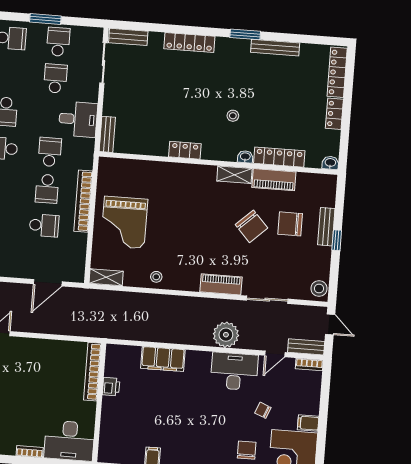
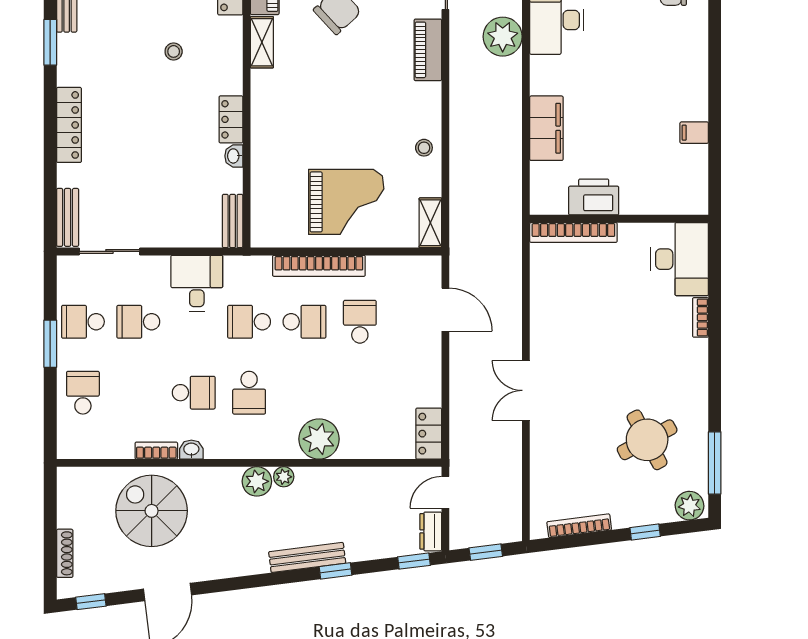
bench: (107, 134) -> (233, 221), moved, turned 90
washbasin: (245, 157) -> (234, 156), moved
printer: (111, 387) -> (594, 197), width x1.87, depth x1.48

